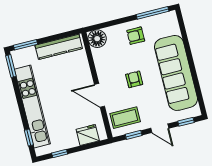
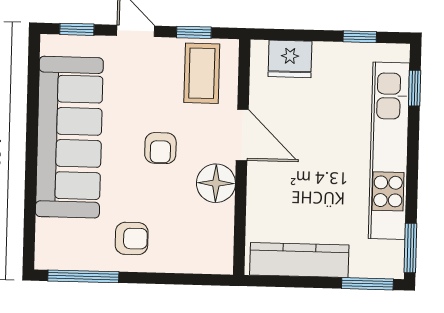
floor lamp: (97, 39) -> (216, 183), moved
coffee table: (125, 118) -> (202, 73), turned 90

